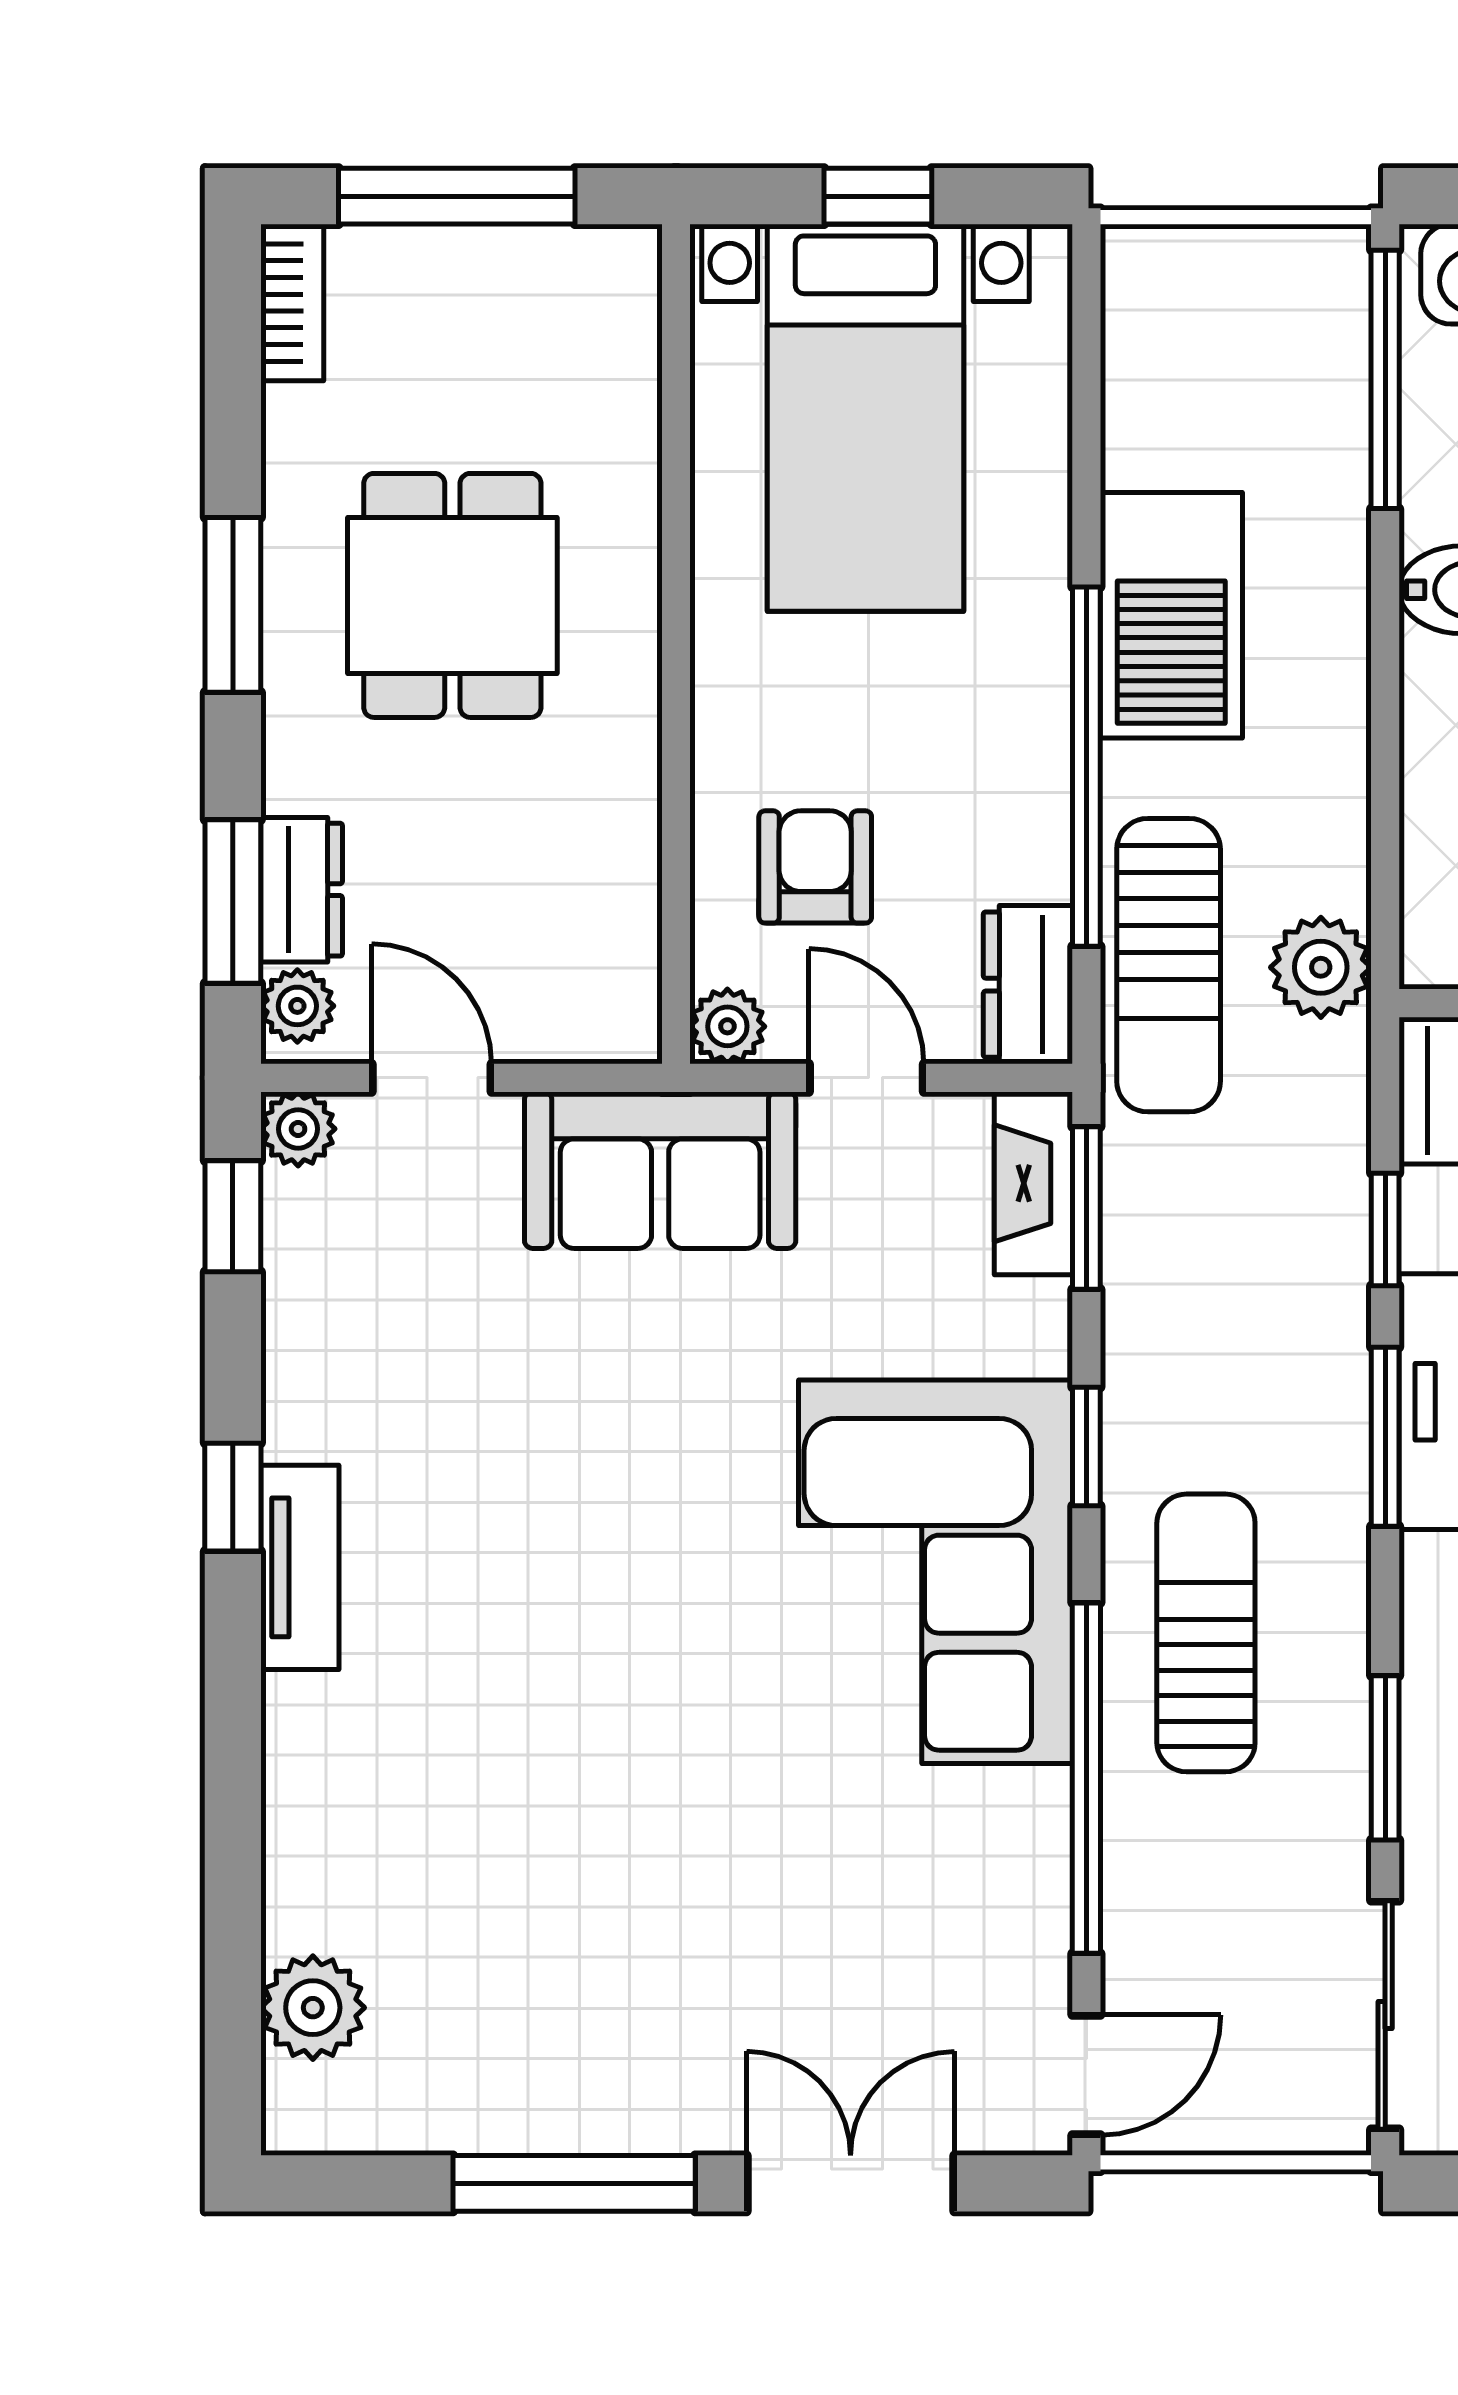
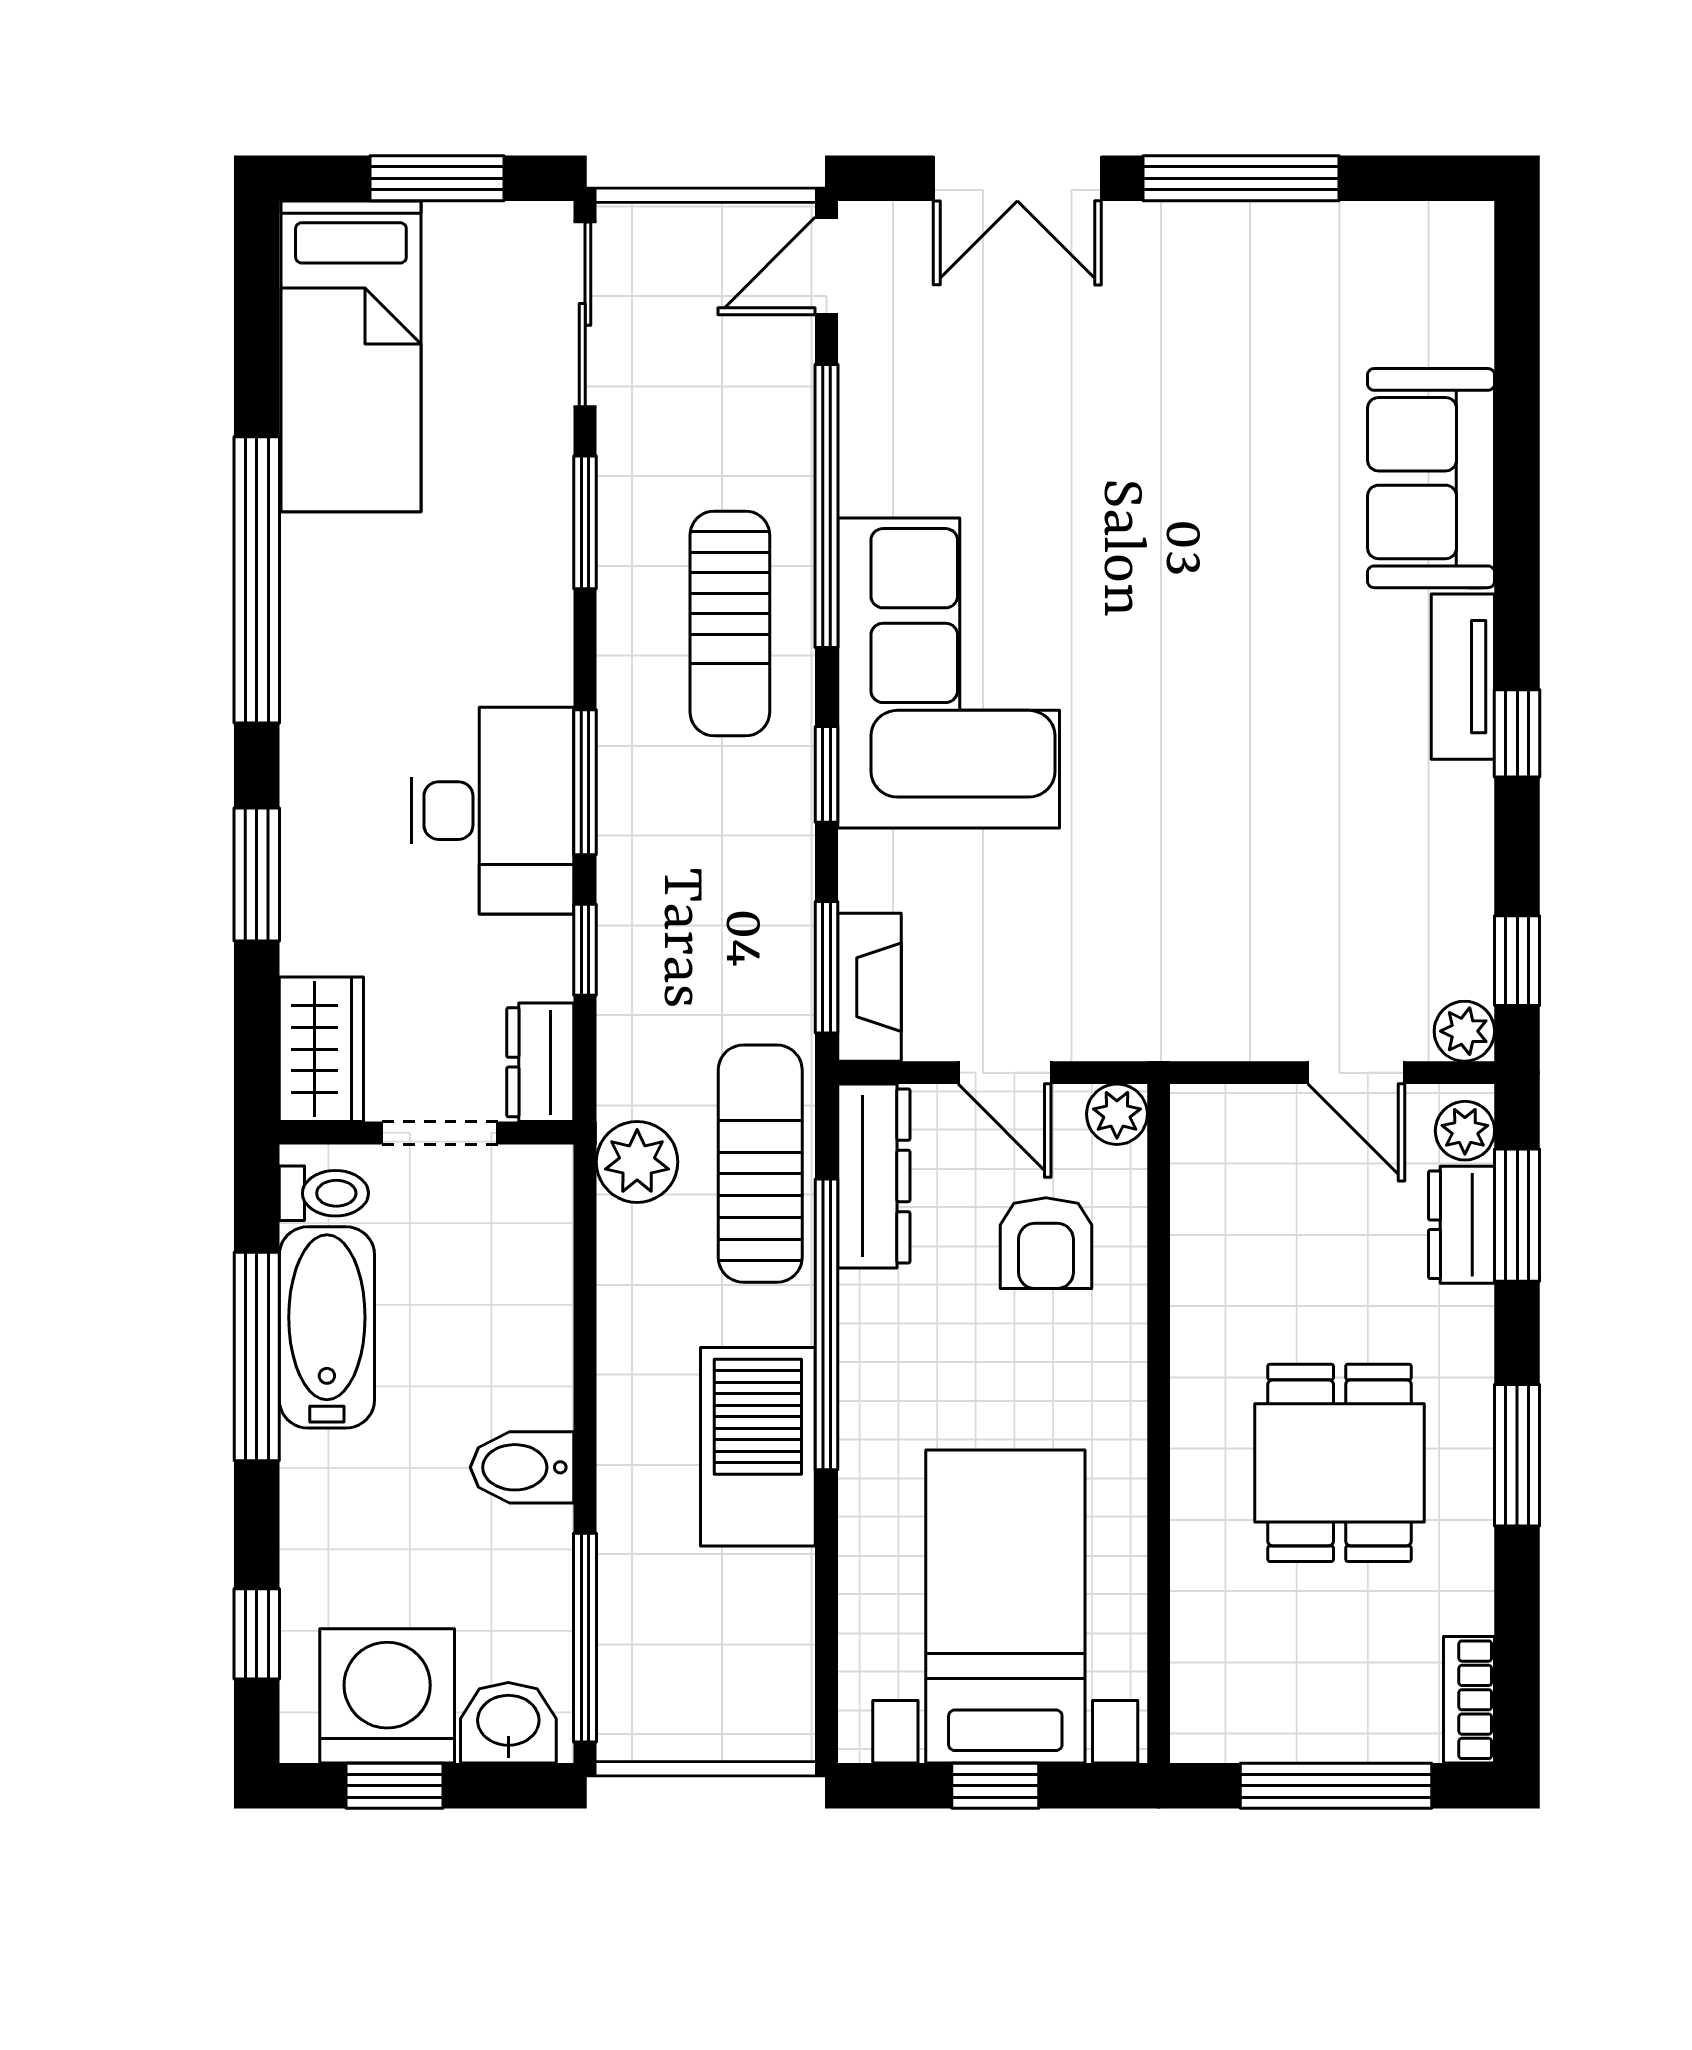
dresser: (1028, 985) -> (874, 1176), width x1.44
sofa: (660, 1170) -> (1431, 478), moved, turned -90
plant: (313, 2008) -> (1452, 320), removed

